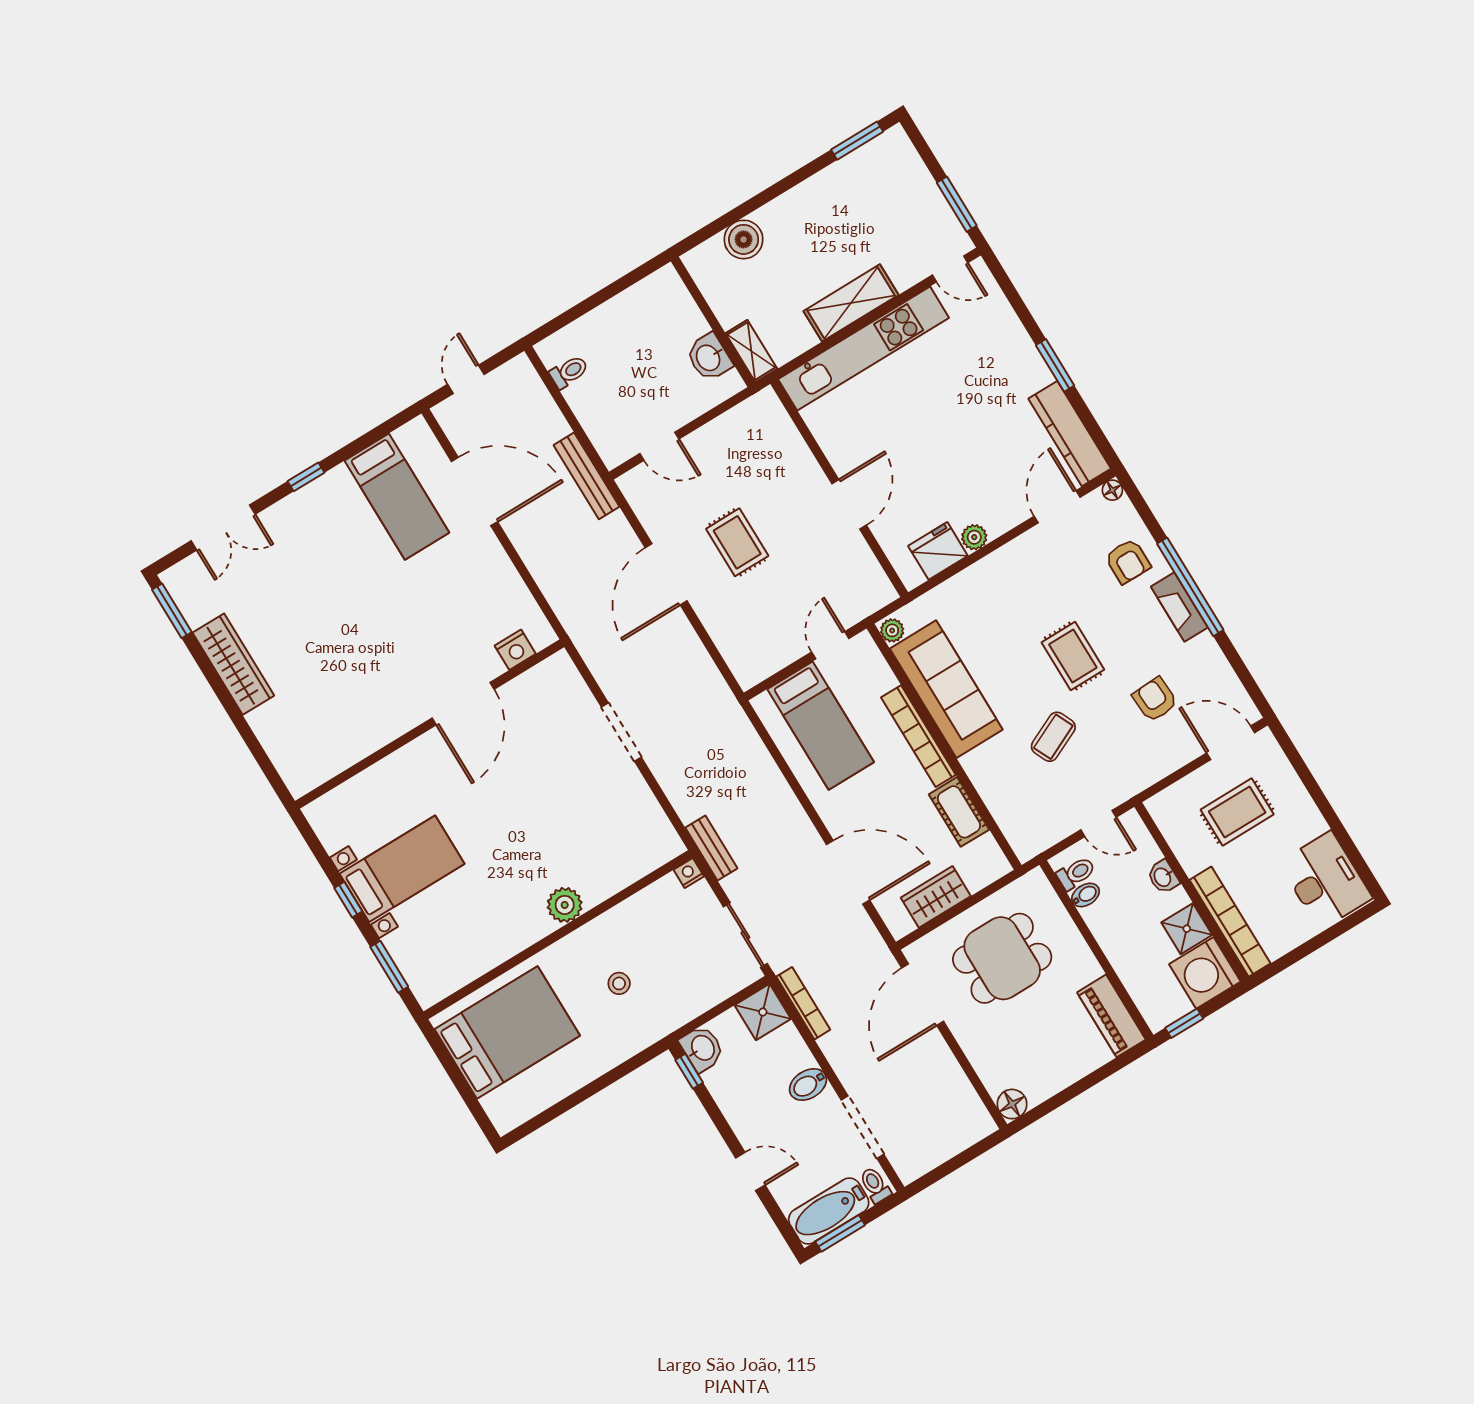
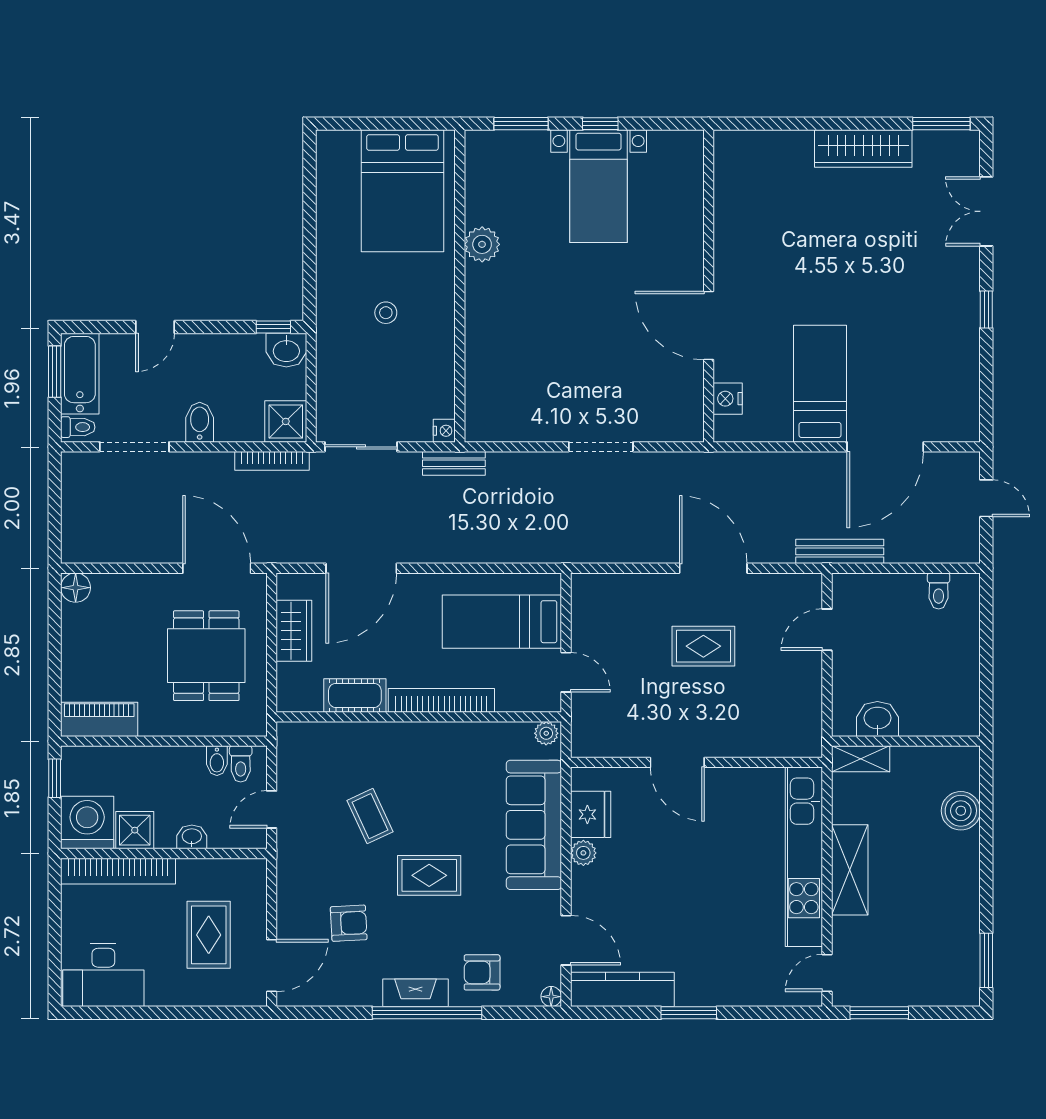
bed: (397, 497) -> (820, 384), moved, turned 90
sofa: (946, 689) -> (534, 825), moved, turned 90
plant: (565, 905) -> (482, 244), moved

